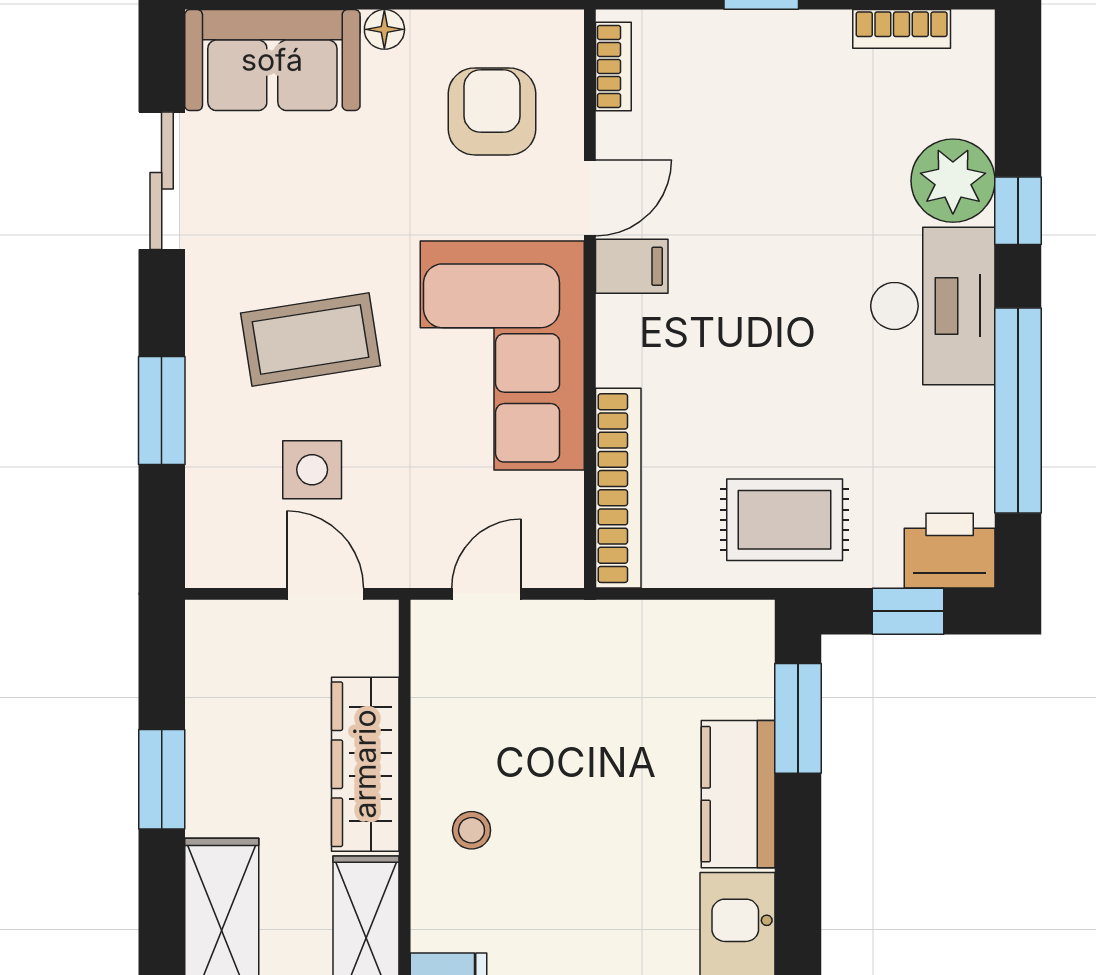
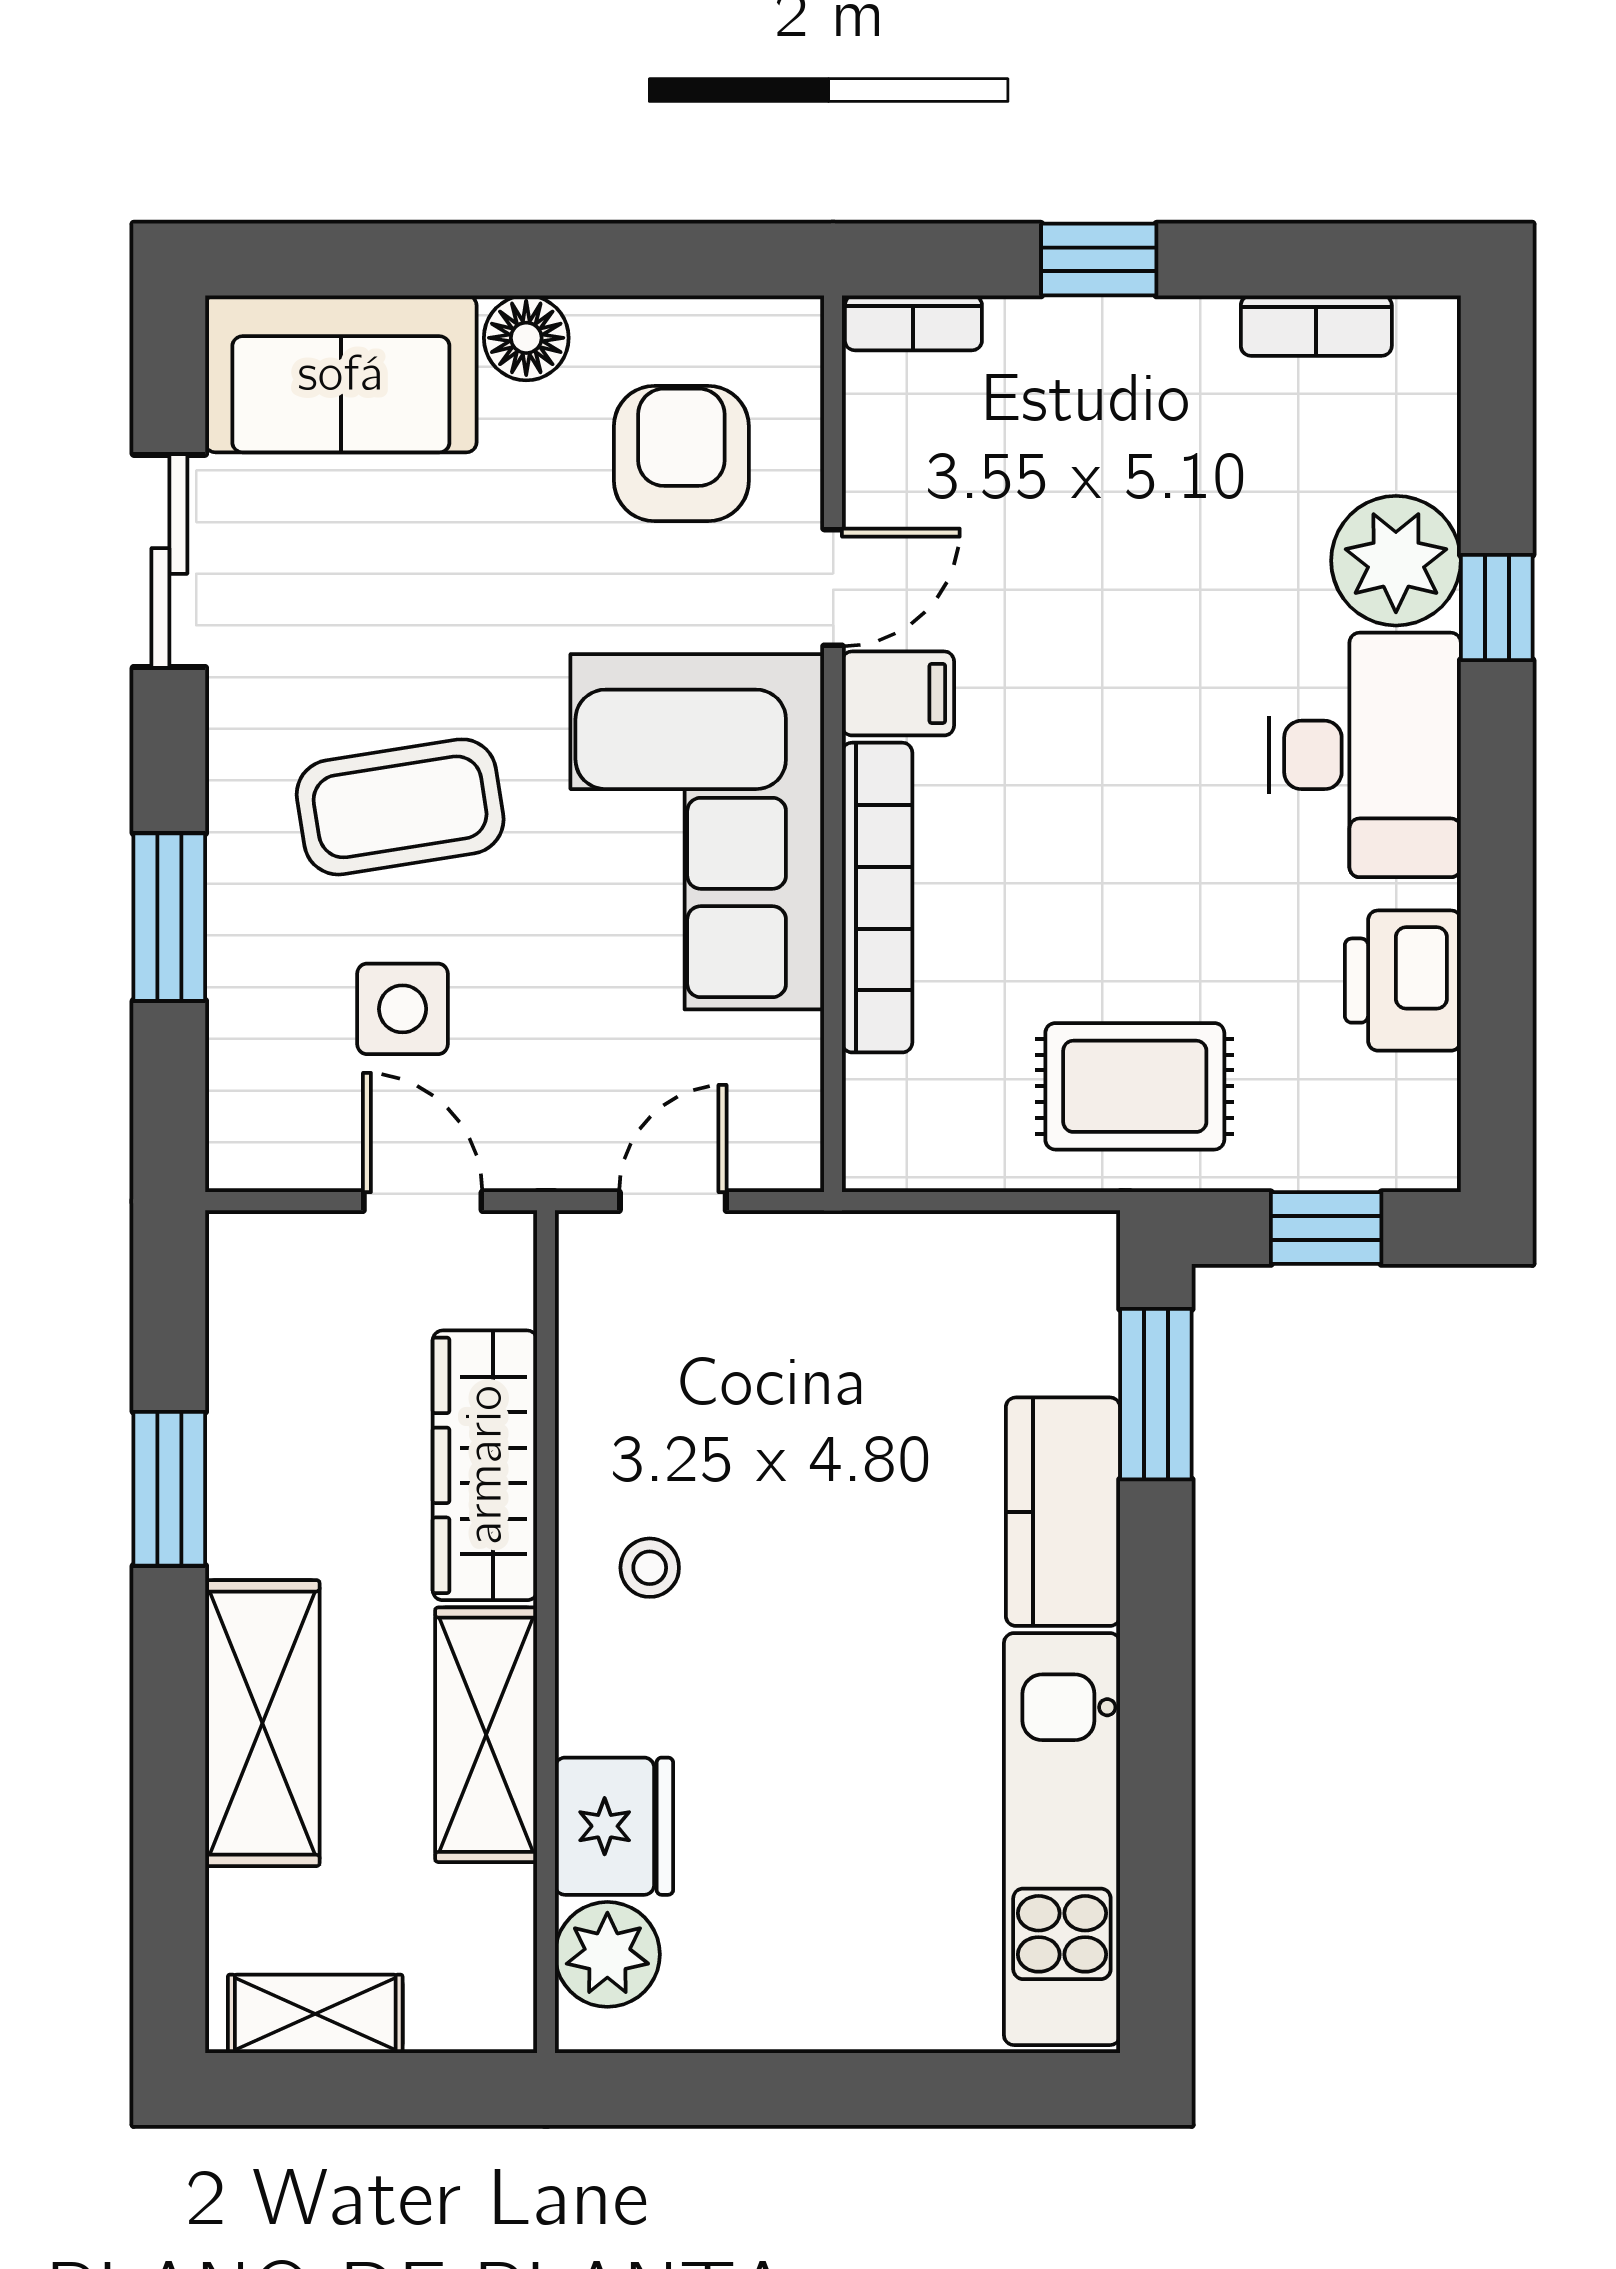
floor lamp: (384, 29) -> (526, 338), width x1.37, depth x1.37
bookcase: (613, 67) -> (913, 323), moved, turned 90
window: (1018, 411) -> (1497, 917), removed
bookcase: (618, 488) -> (877, 898), moved
printer: (950, 551) -> (1403, 981), moved, turned -90

